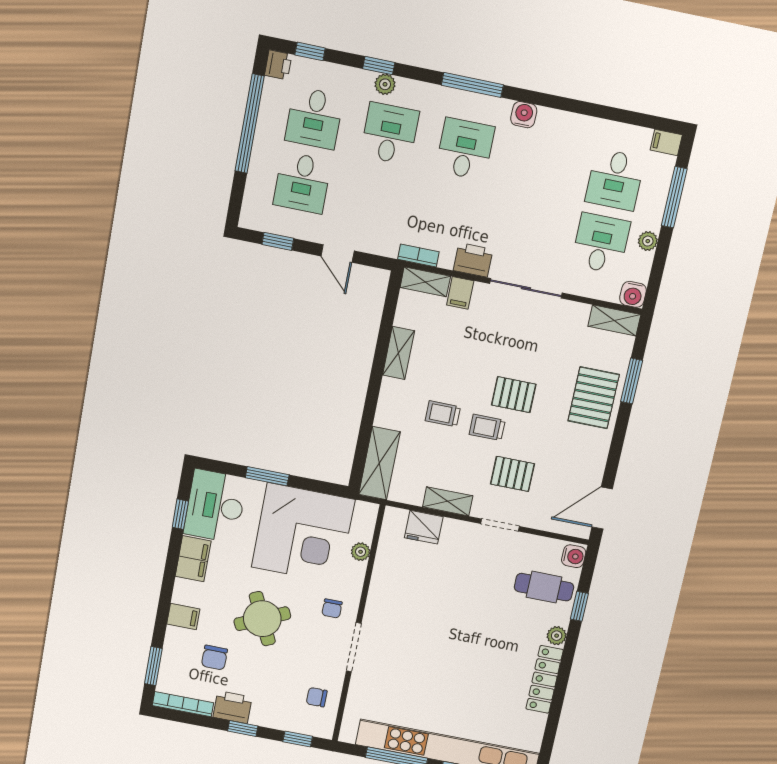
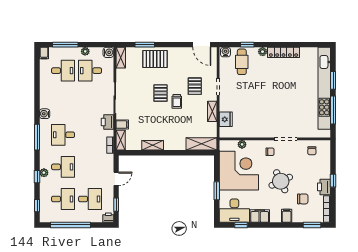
printer: (278, 65) -> (108, 218), moved
desk: (390, 134) -> (63, 167), turned 180
trolley: (443, 414) -> (175, 121), removed
window: (298, 739) -> (333, 155), removed

